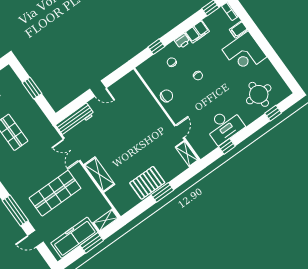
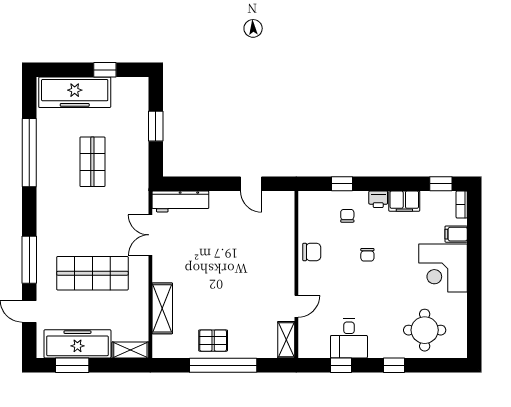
door: (98, 89) -> (251, 184), moved
window: (273, 113) -> (394, 365), moved
desk: (224, 126) -> (349, 338), width x0.73
shelving: (99, 175) -> (162, 308), moved
pallet: (147, 183) -> (213, 341), width x0.67, depth x0.71
window: (162, 192) -> (223, 365), width x2.11
window: (92, 243) -> (72, 365), moved

